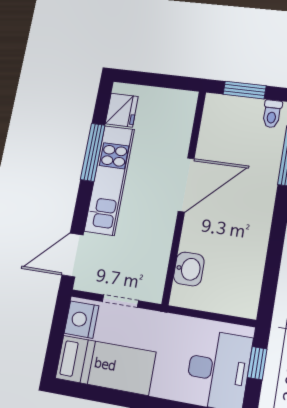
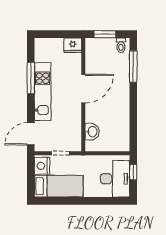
fridge: (122, 110) -> (73, 45), moved, turned 90

